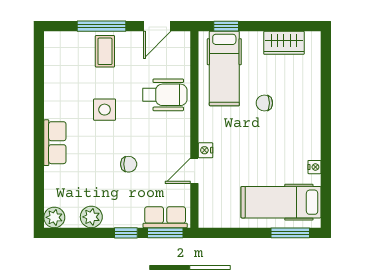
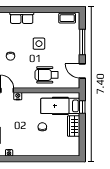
wardrobe: (284, 43) -> (74, 126), moved
coffee table: (105, 51) -> (67, 18), moved
wheelchair: (165, 95) -> (47, 75), turned 90

